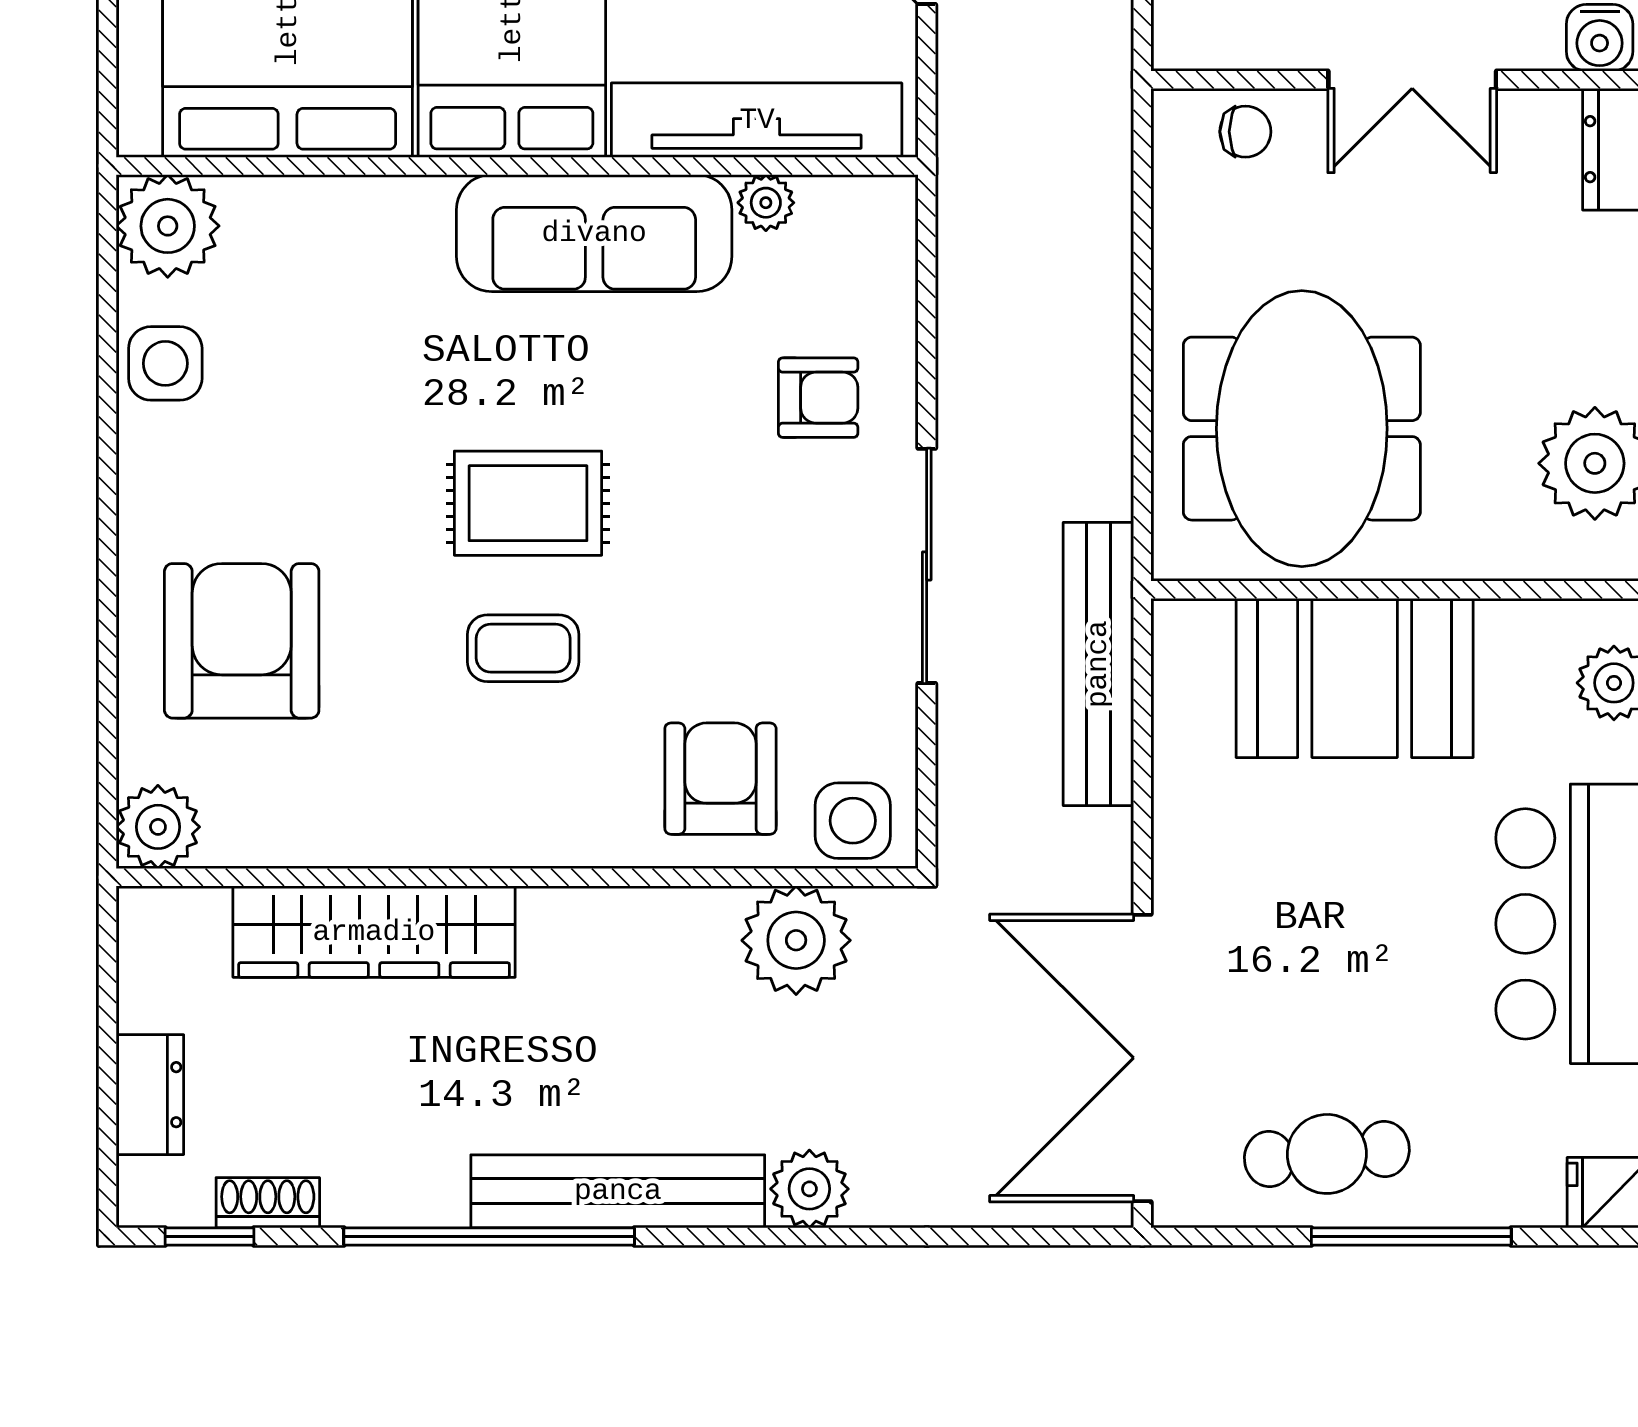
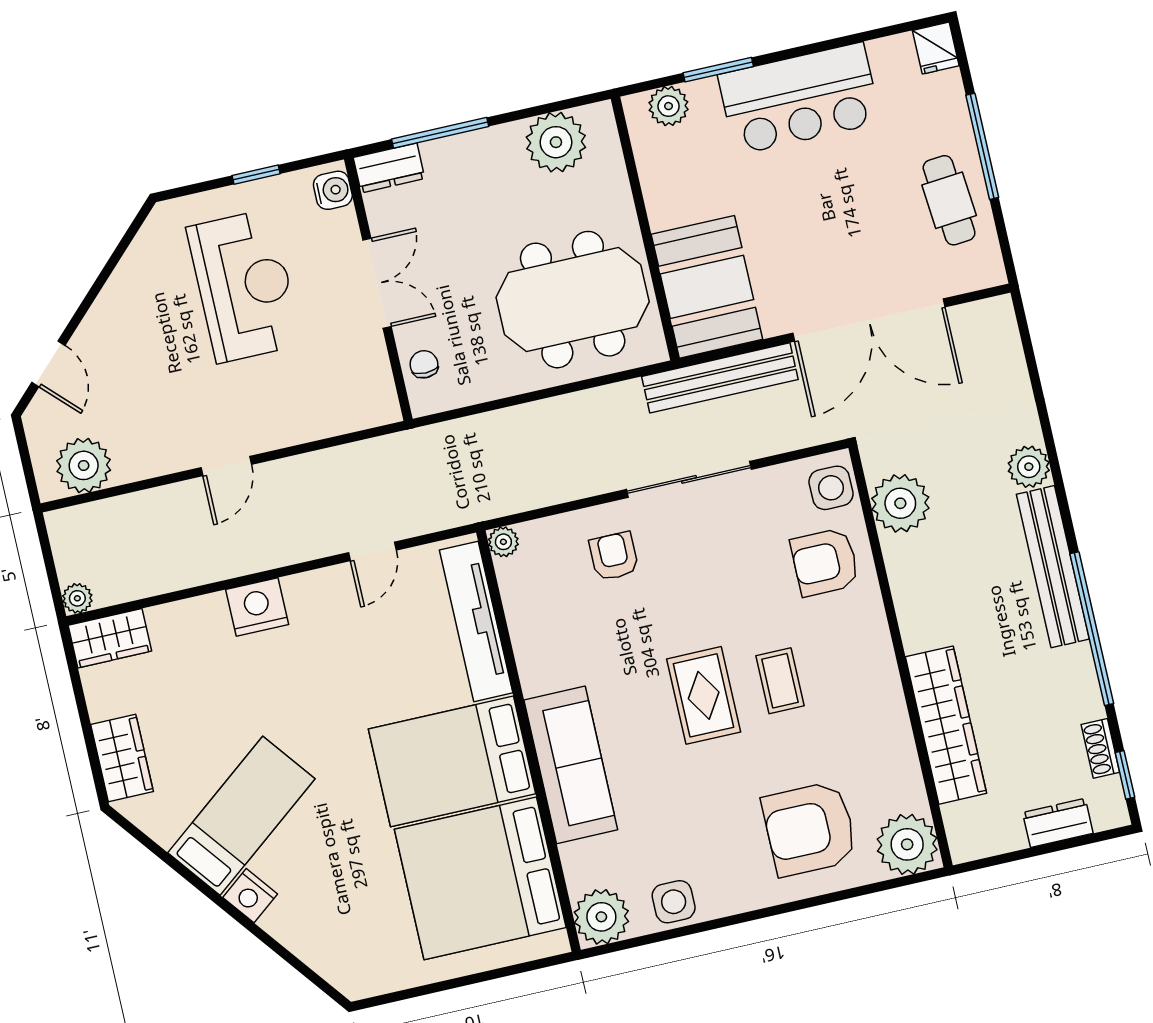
plant: (766, 203) -> (503, 542), moved
sofa: (594, 233) -> (571, 765), moved
booth: (1355, 678) -> (707, 287), moved
plant: (158, 827) -> (907, 844), width x1.36, depth x1.36
double door: (1142, 1058) -> (869, 320), moved

